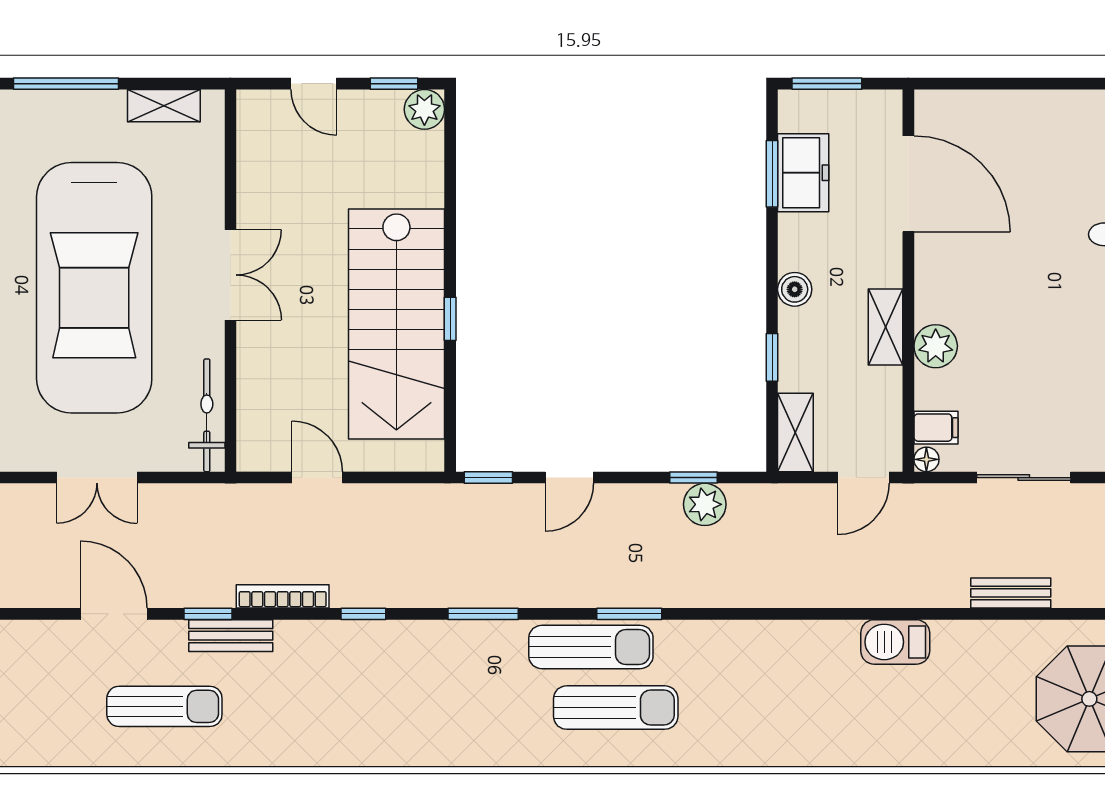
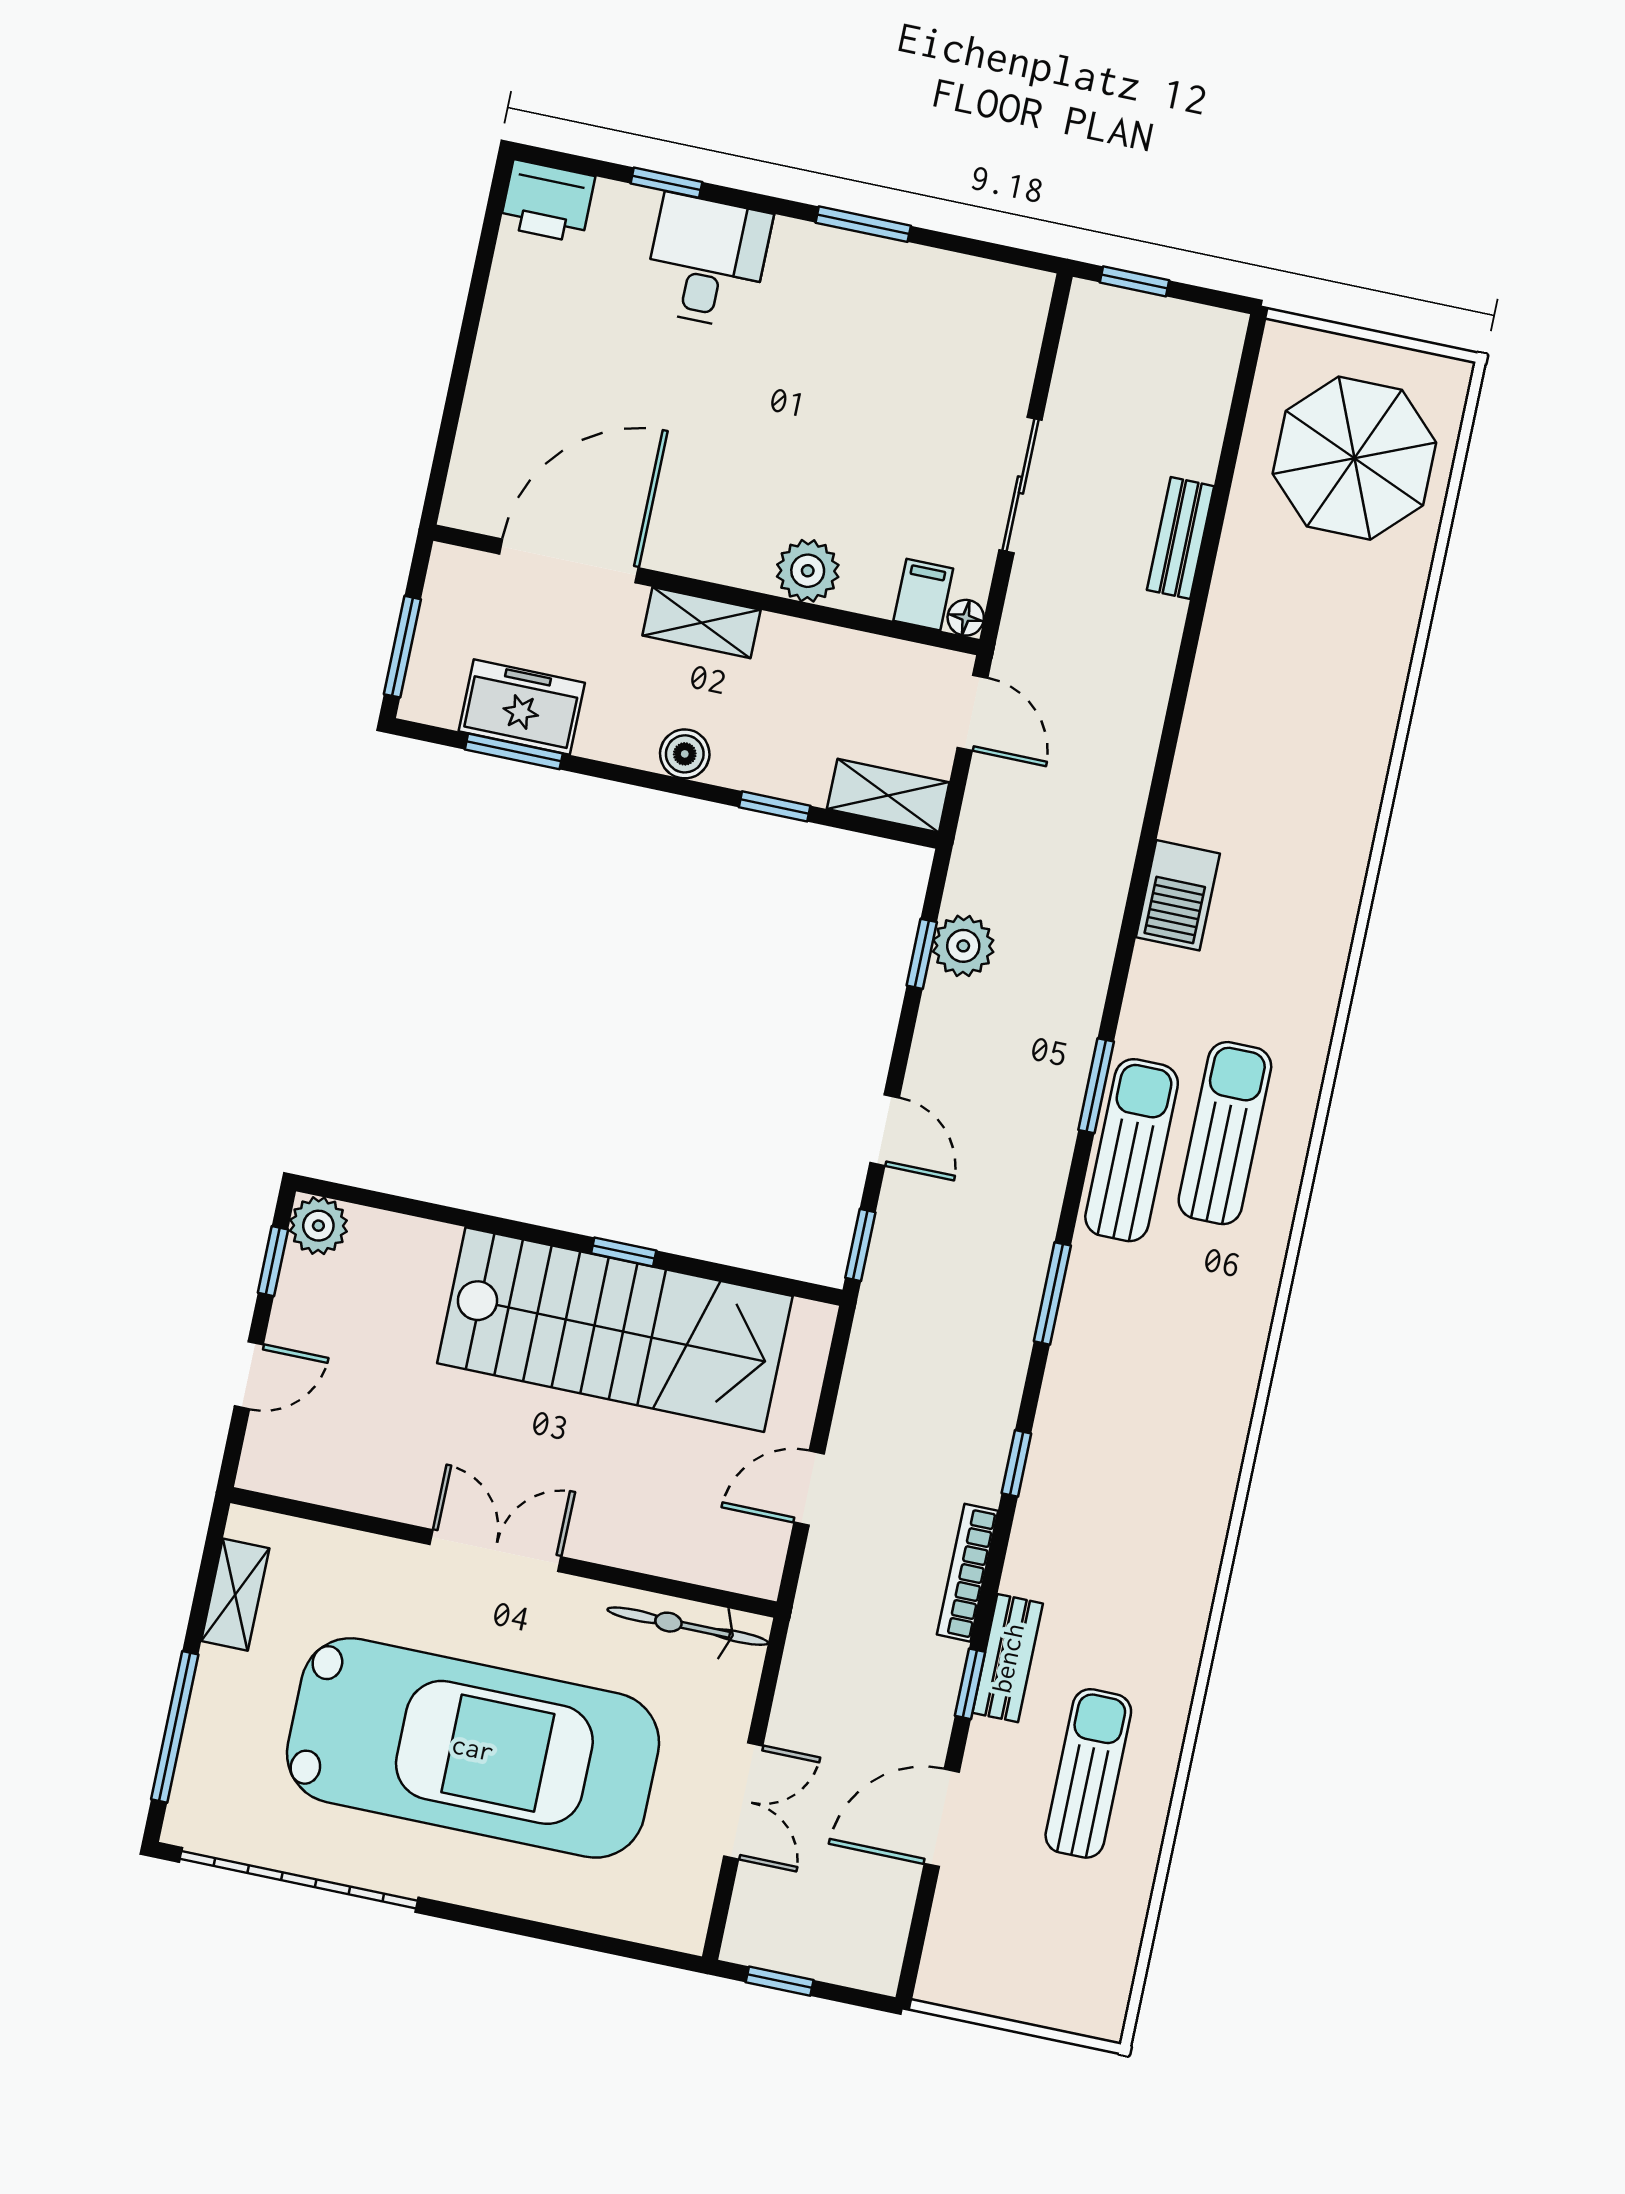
shelving: (886, 327) -> (701, 623), moved
barbecue: (895, 642) -> (1178, 895), moved

